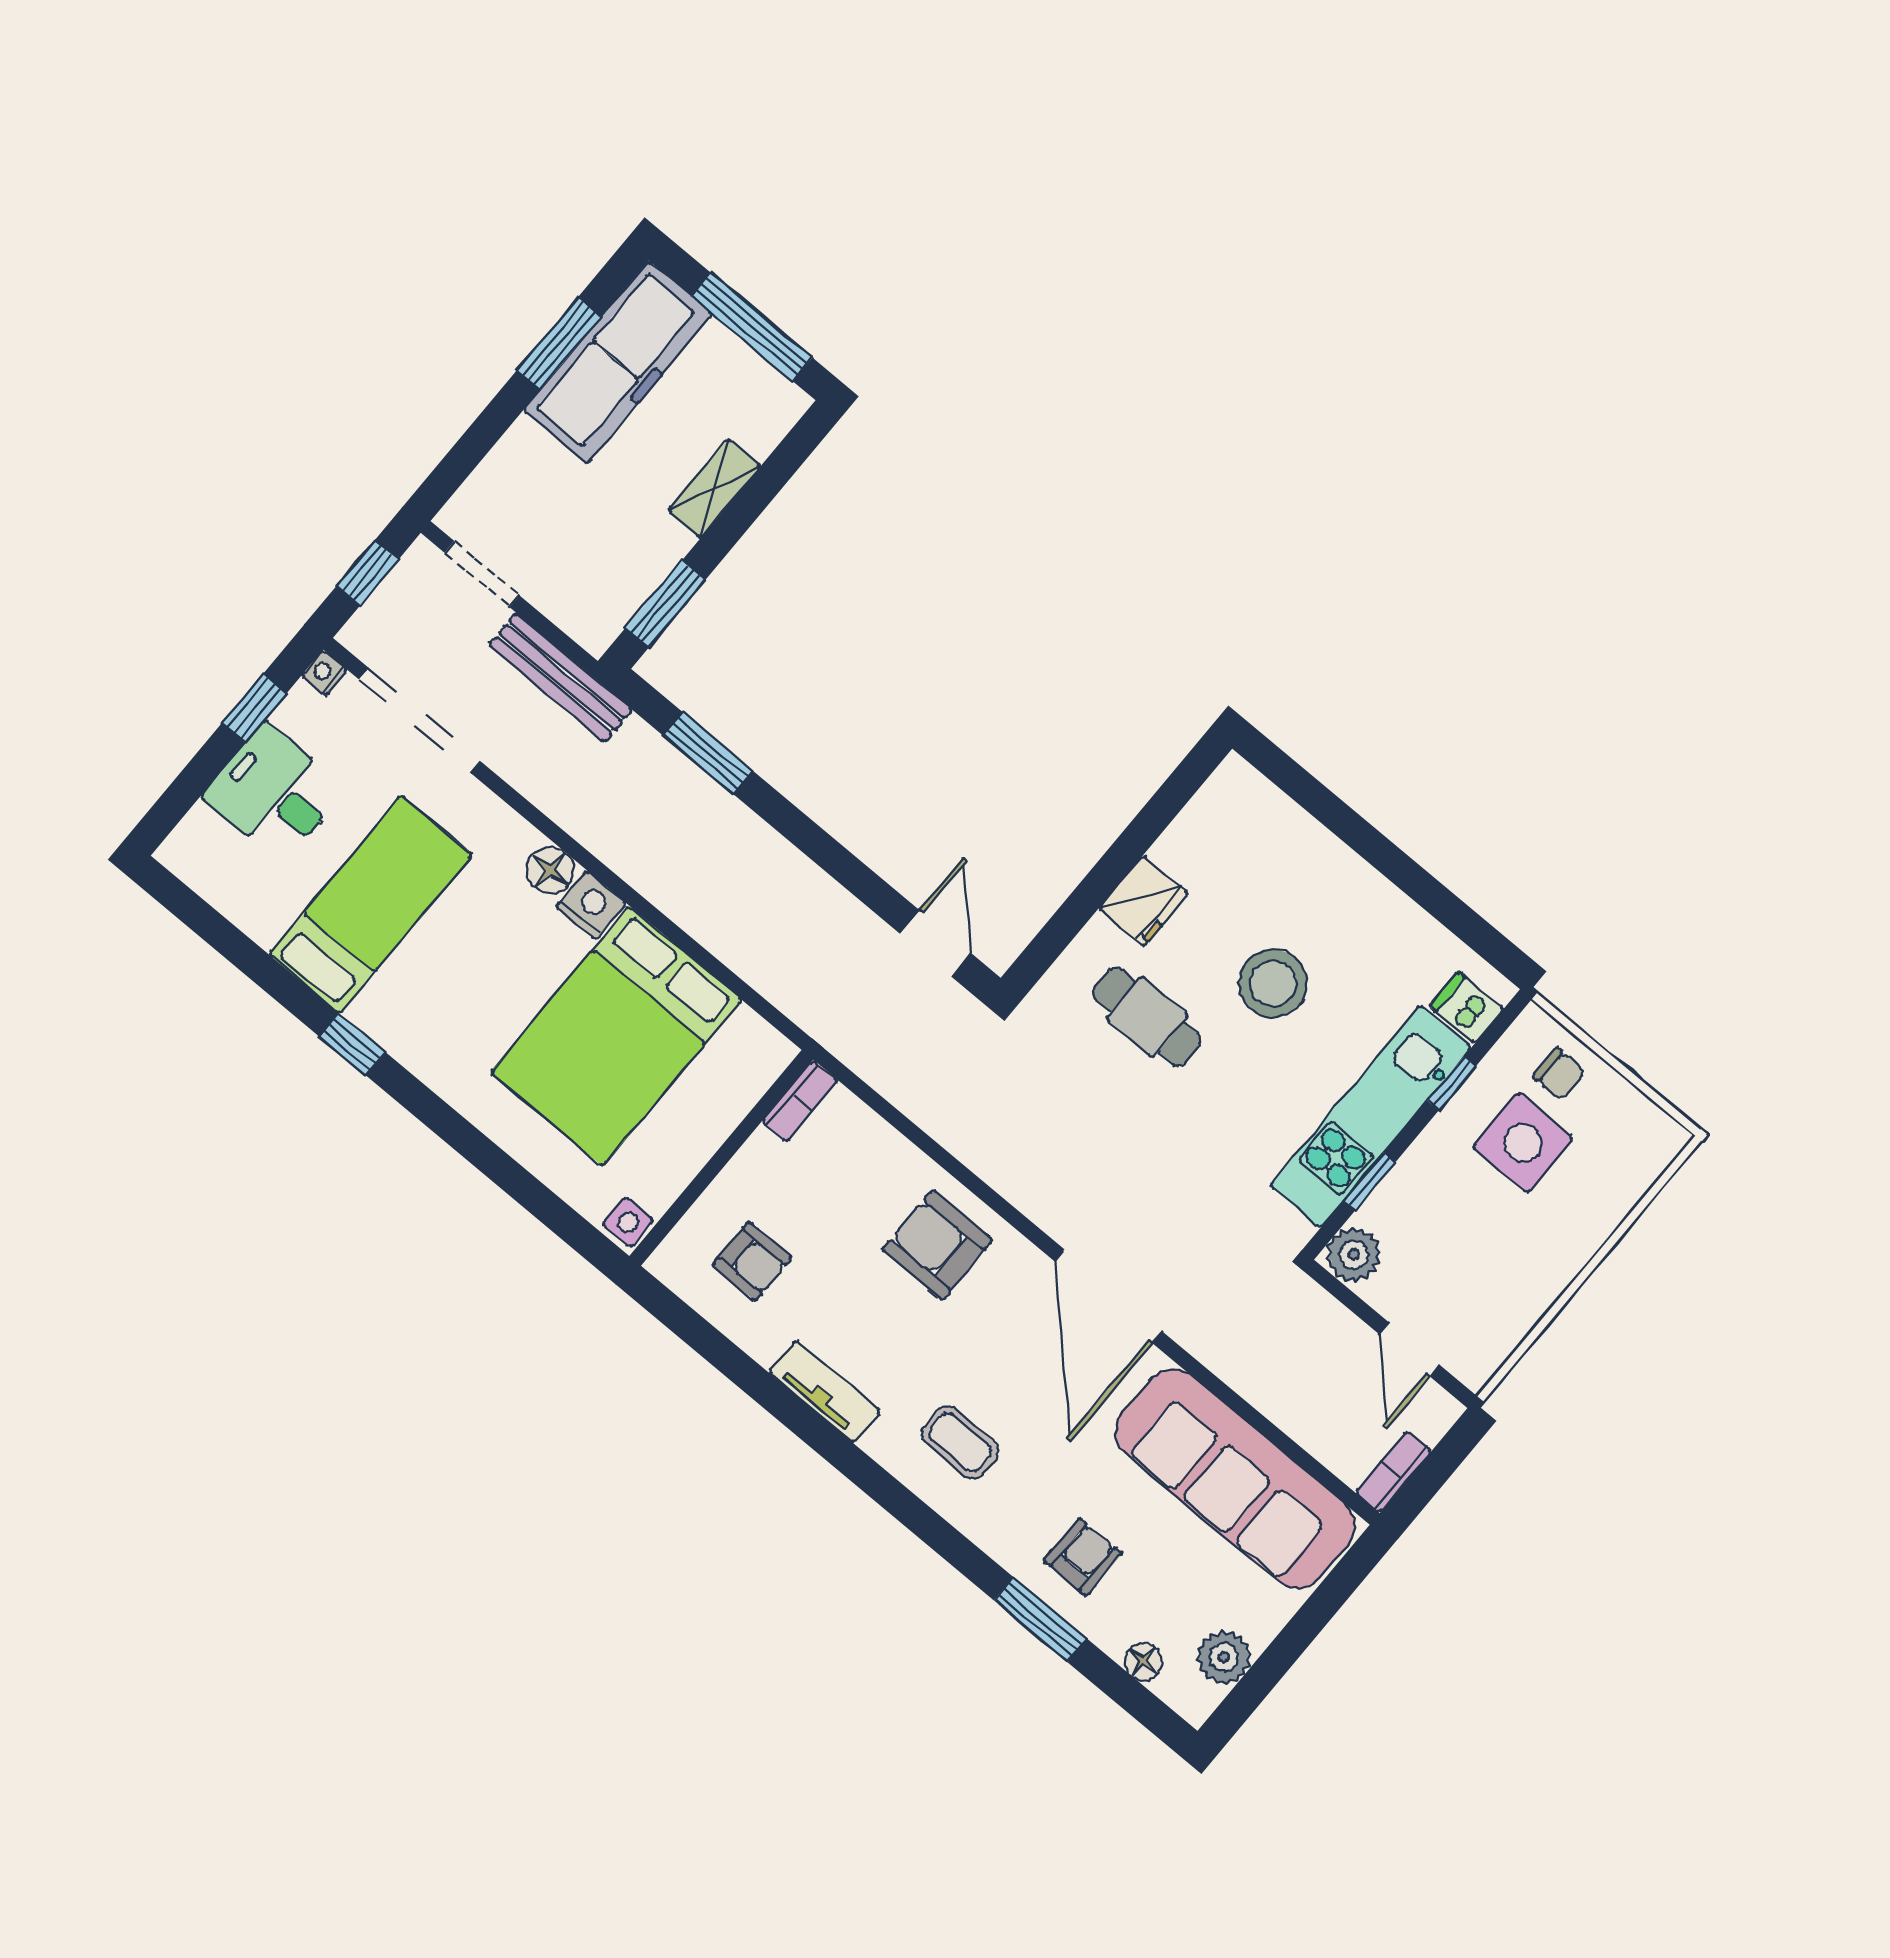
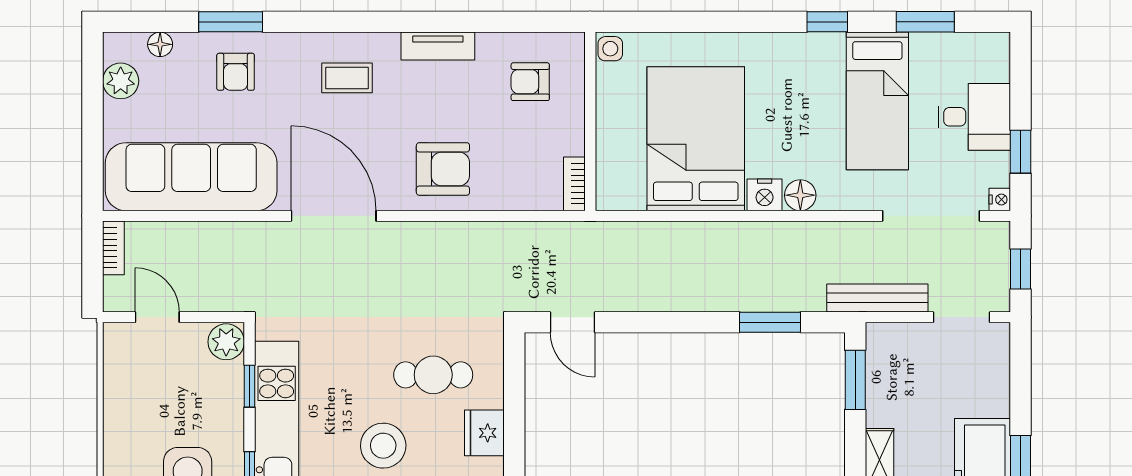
window: (239, 950) -> (925, 22), added

